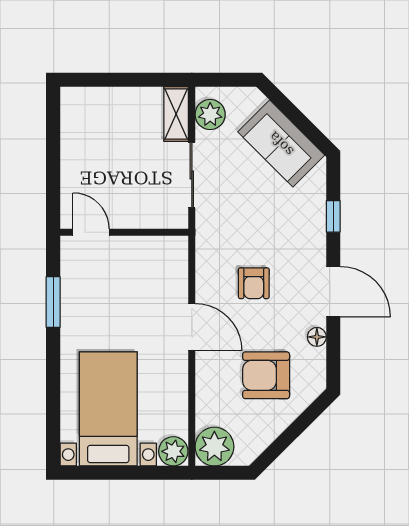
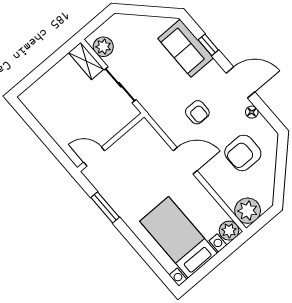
sofa: (281, 144) -> (186, 48), moved, turned 45

